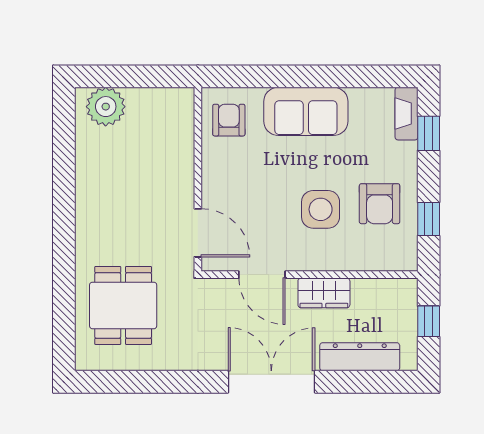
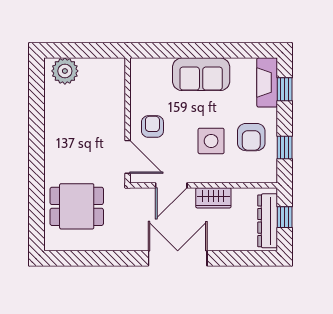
fireplace: (406, 114) -> (267, 82), width x1.37, depth x1.32
armchair: (229, 120) -> (152, 127), moved
door: (262, 275) -> (171, 185), hinge flipped
dining table: (123, 305) -> (77, 206), turned 90
dresser: (360, 357) -> (268, 221), moved, turned -90

